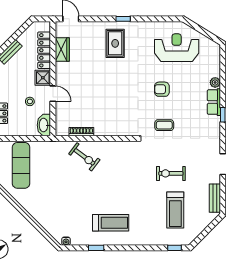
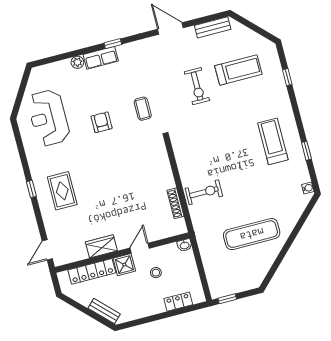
rug: (115, 43) -> (62, 191), turned 90
wardrobe: (62, 49) -> (101, 246), moved
armchair: (162, 89) -> (102, 122), turned 180
washbasin: (44, 125) -> (185, 245), width x0.52, depth x0.69
exercise bike: (84, 157) -> (204, 192), turned 53
exercise mat: (21, 165) -> (252, 234), moved
window: (175, 248) -> (287, 77), moved

